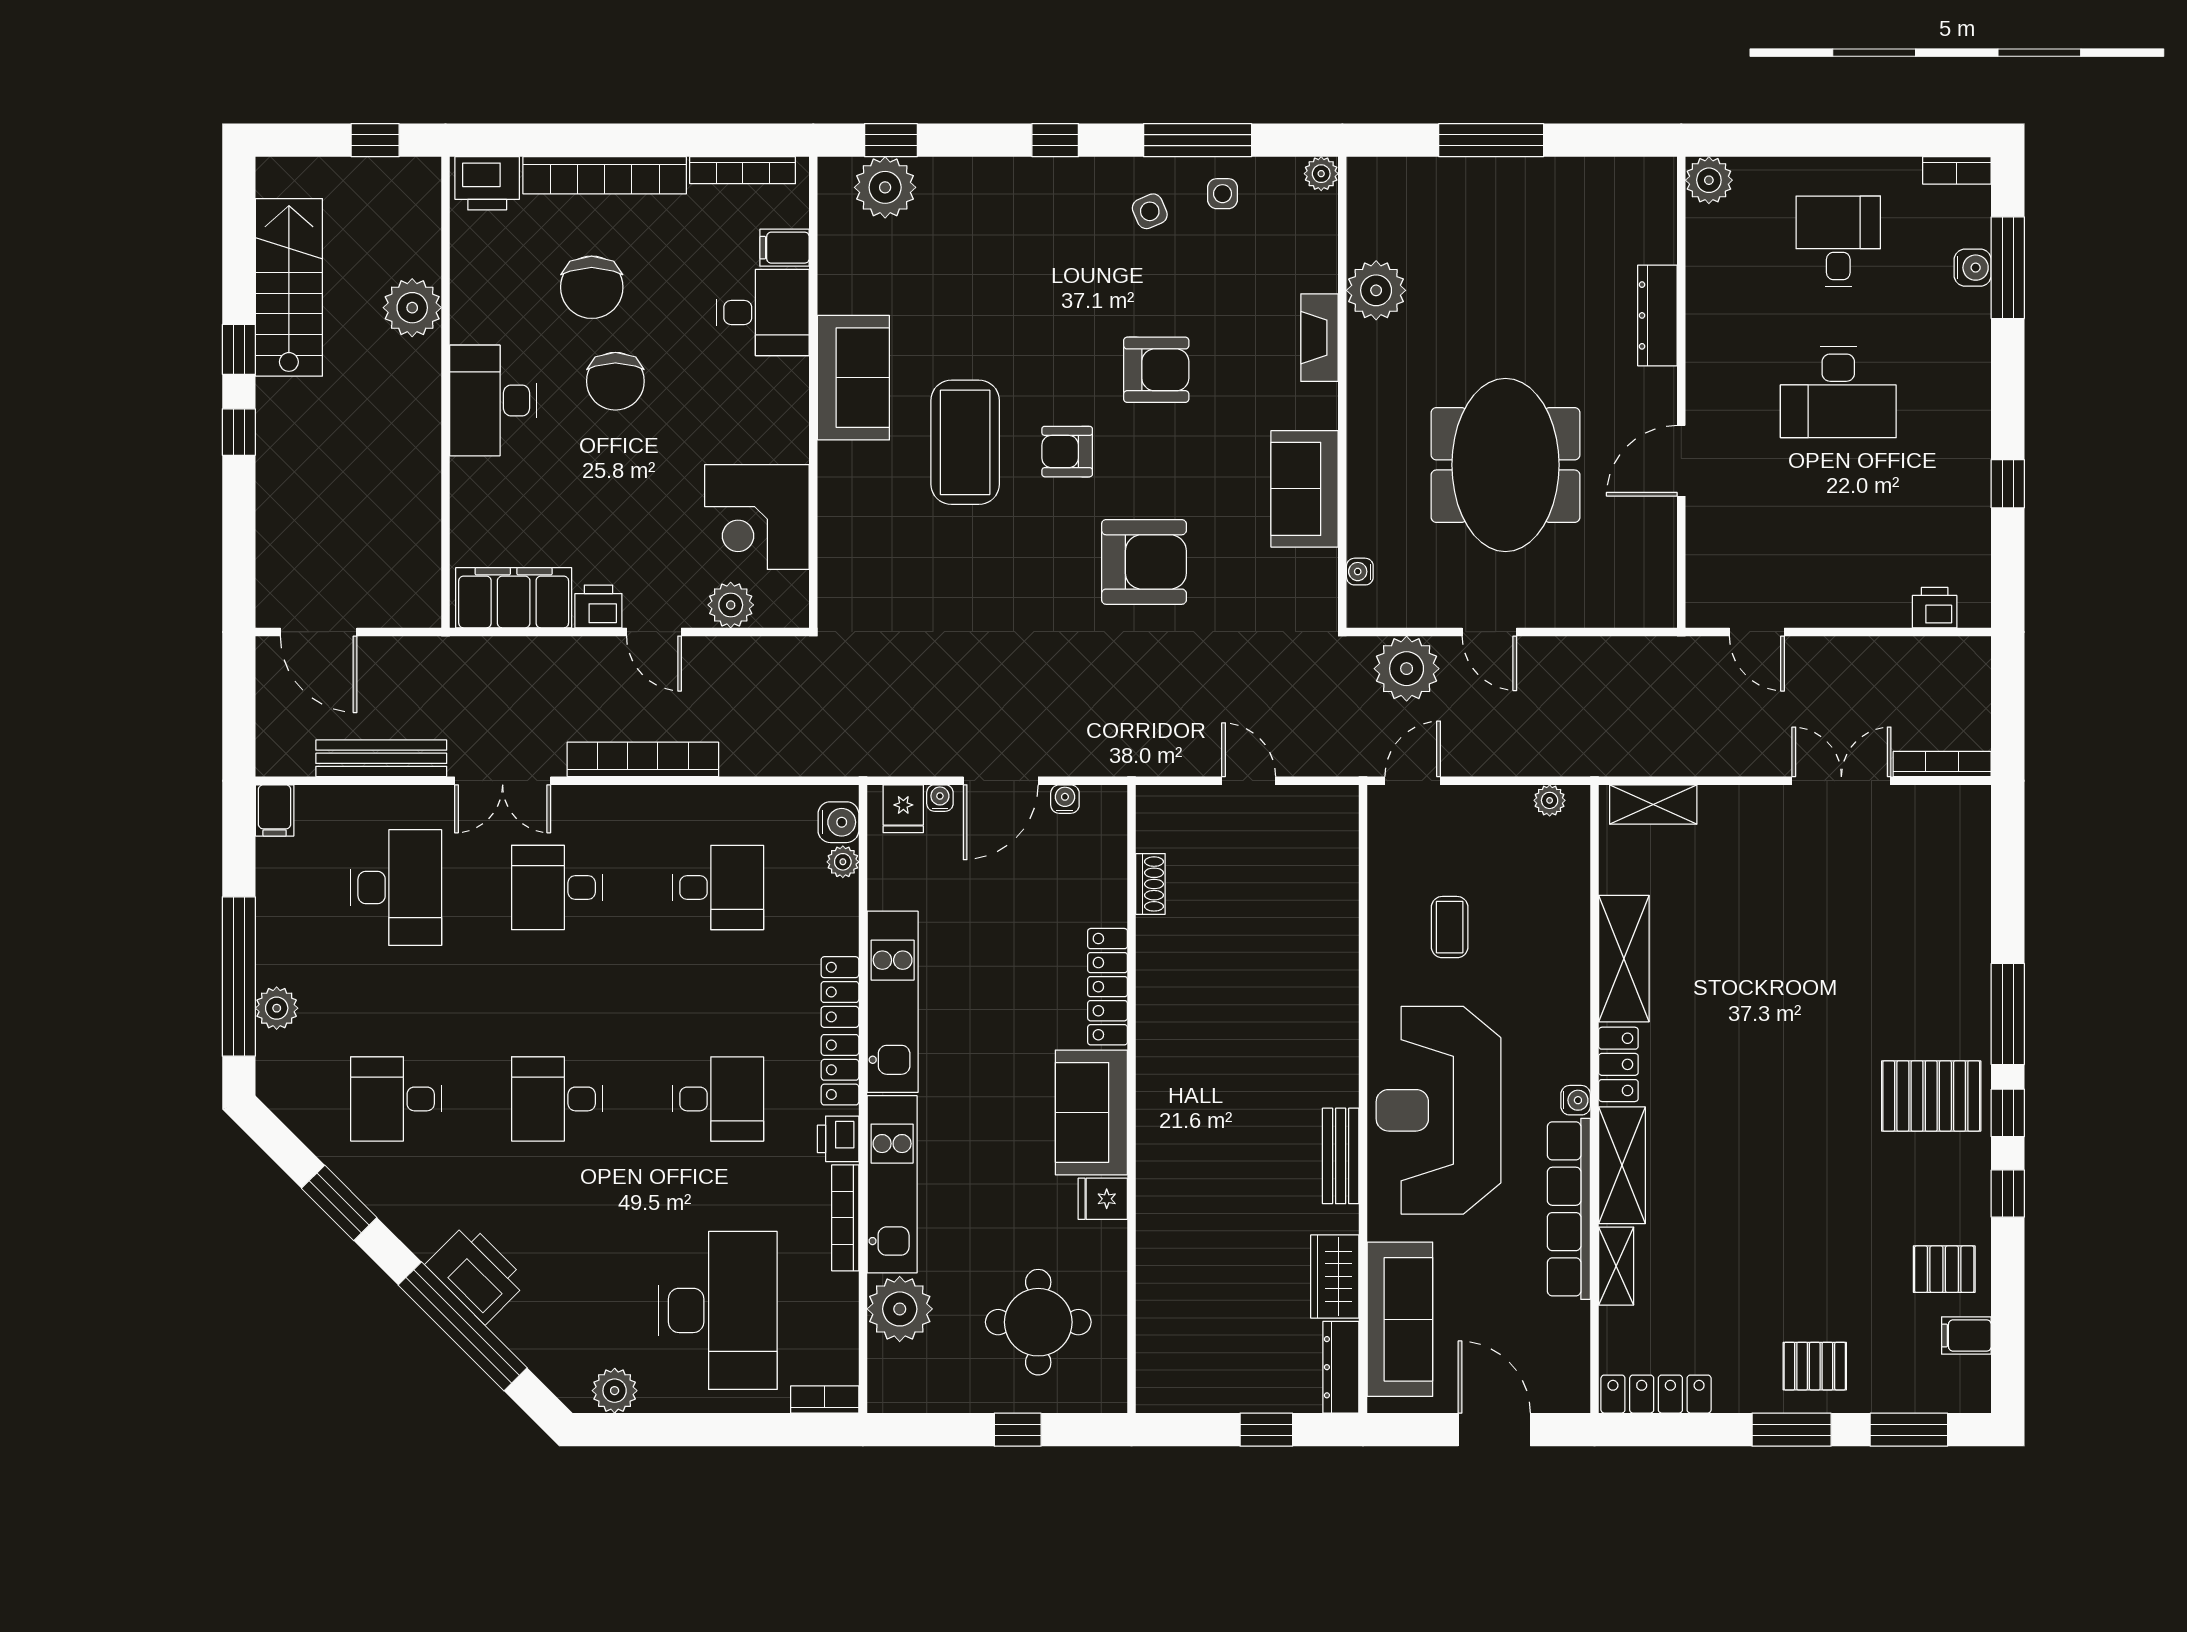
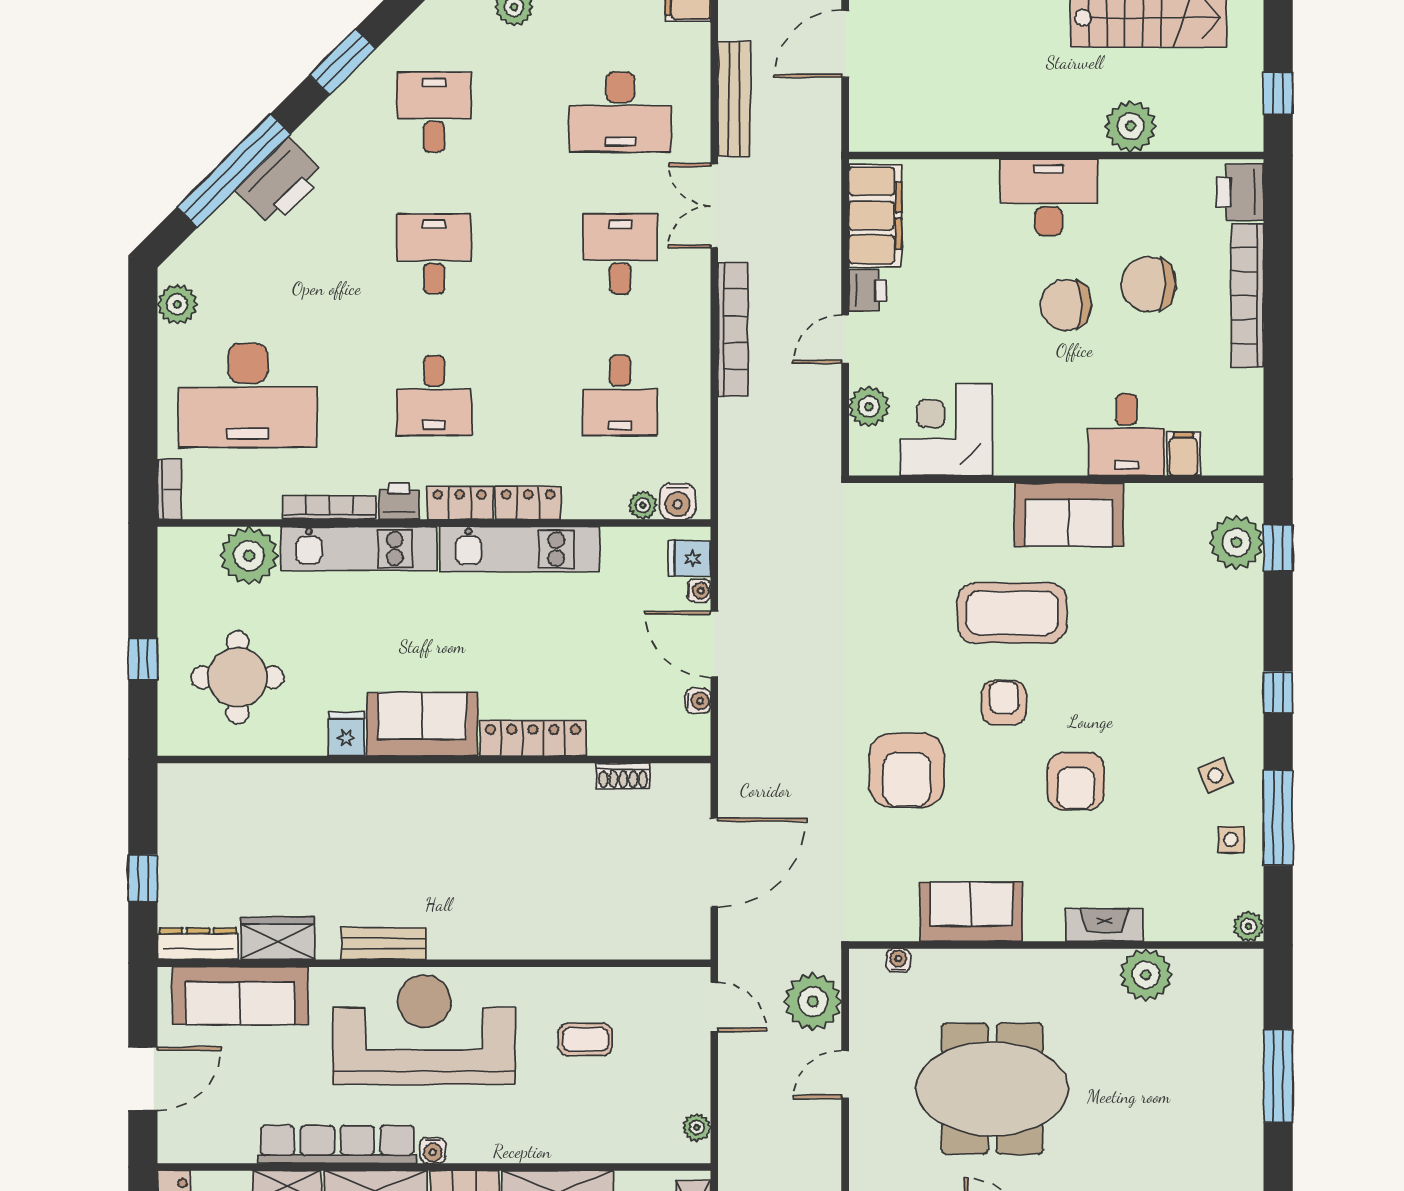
bookcase: (743, 170) -> (1252, 417), removed
door: (1249, 781) -> (714, 863), width x1.88

